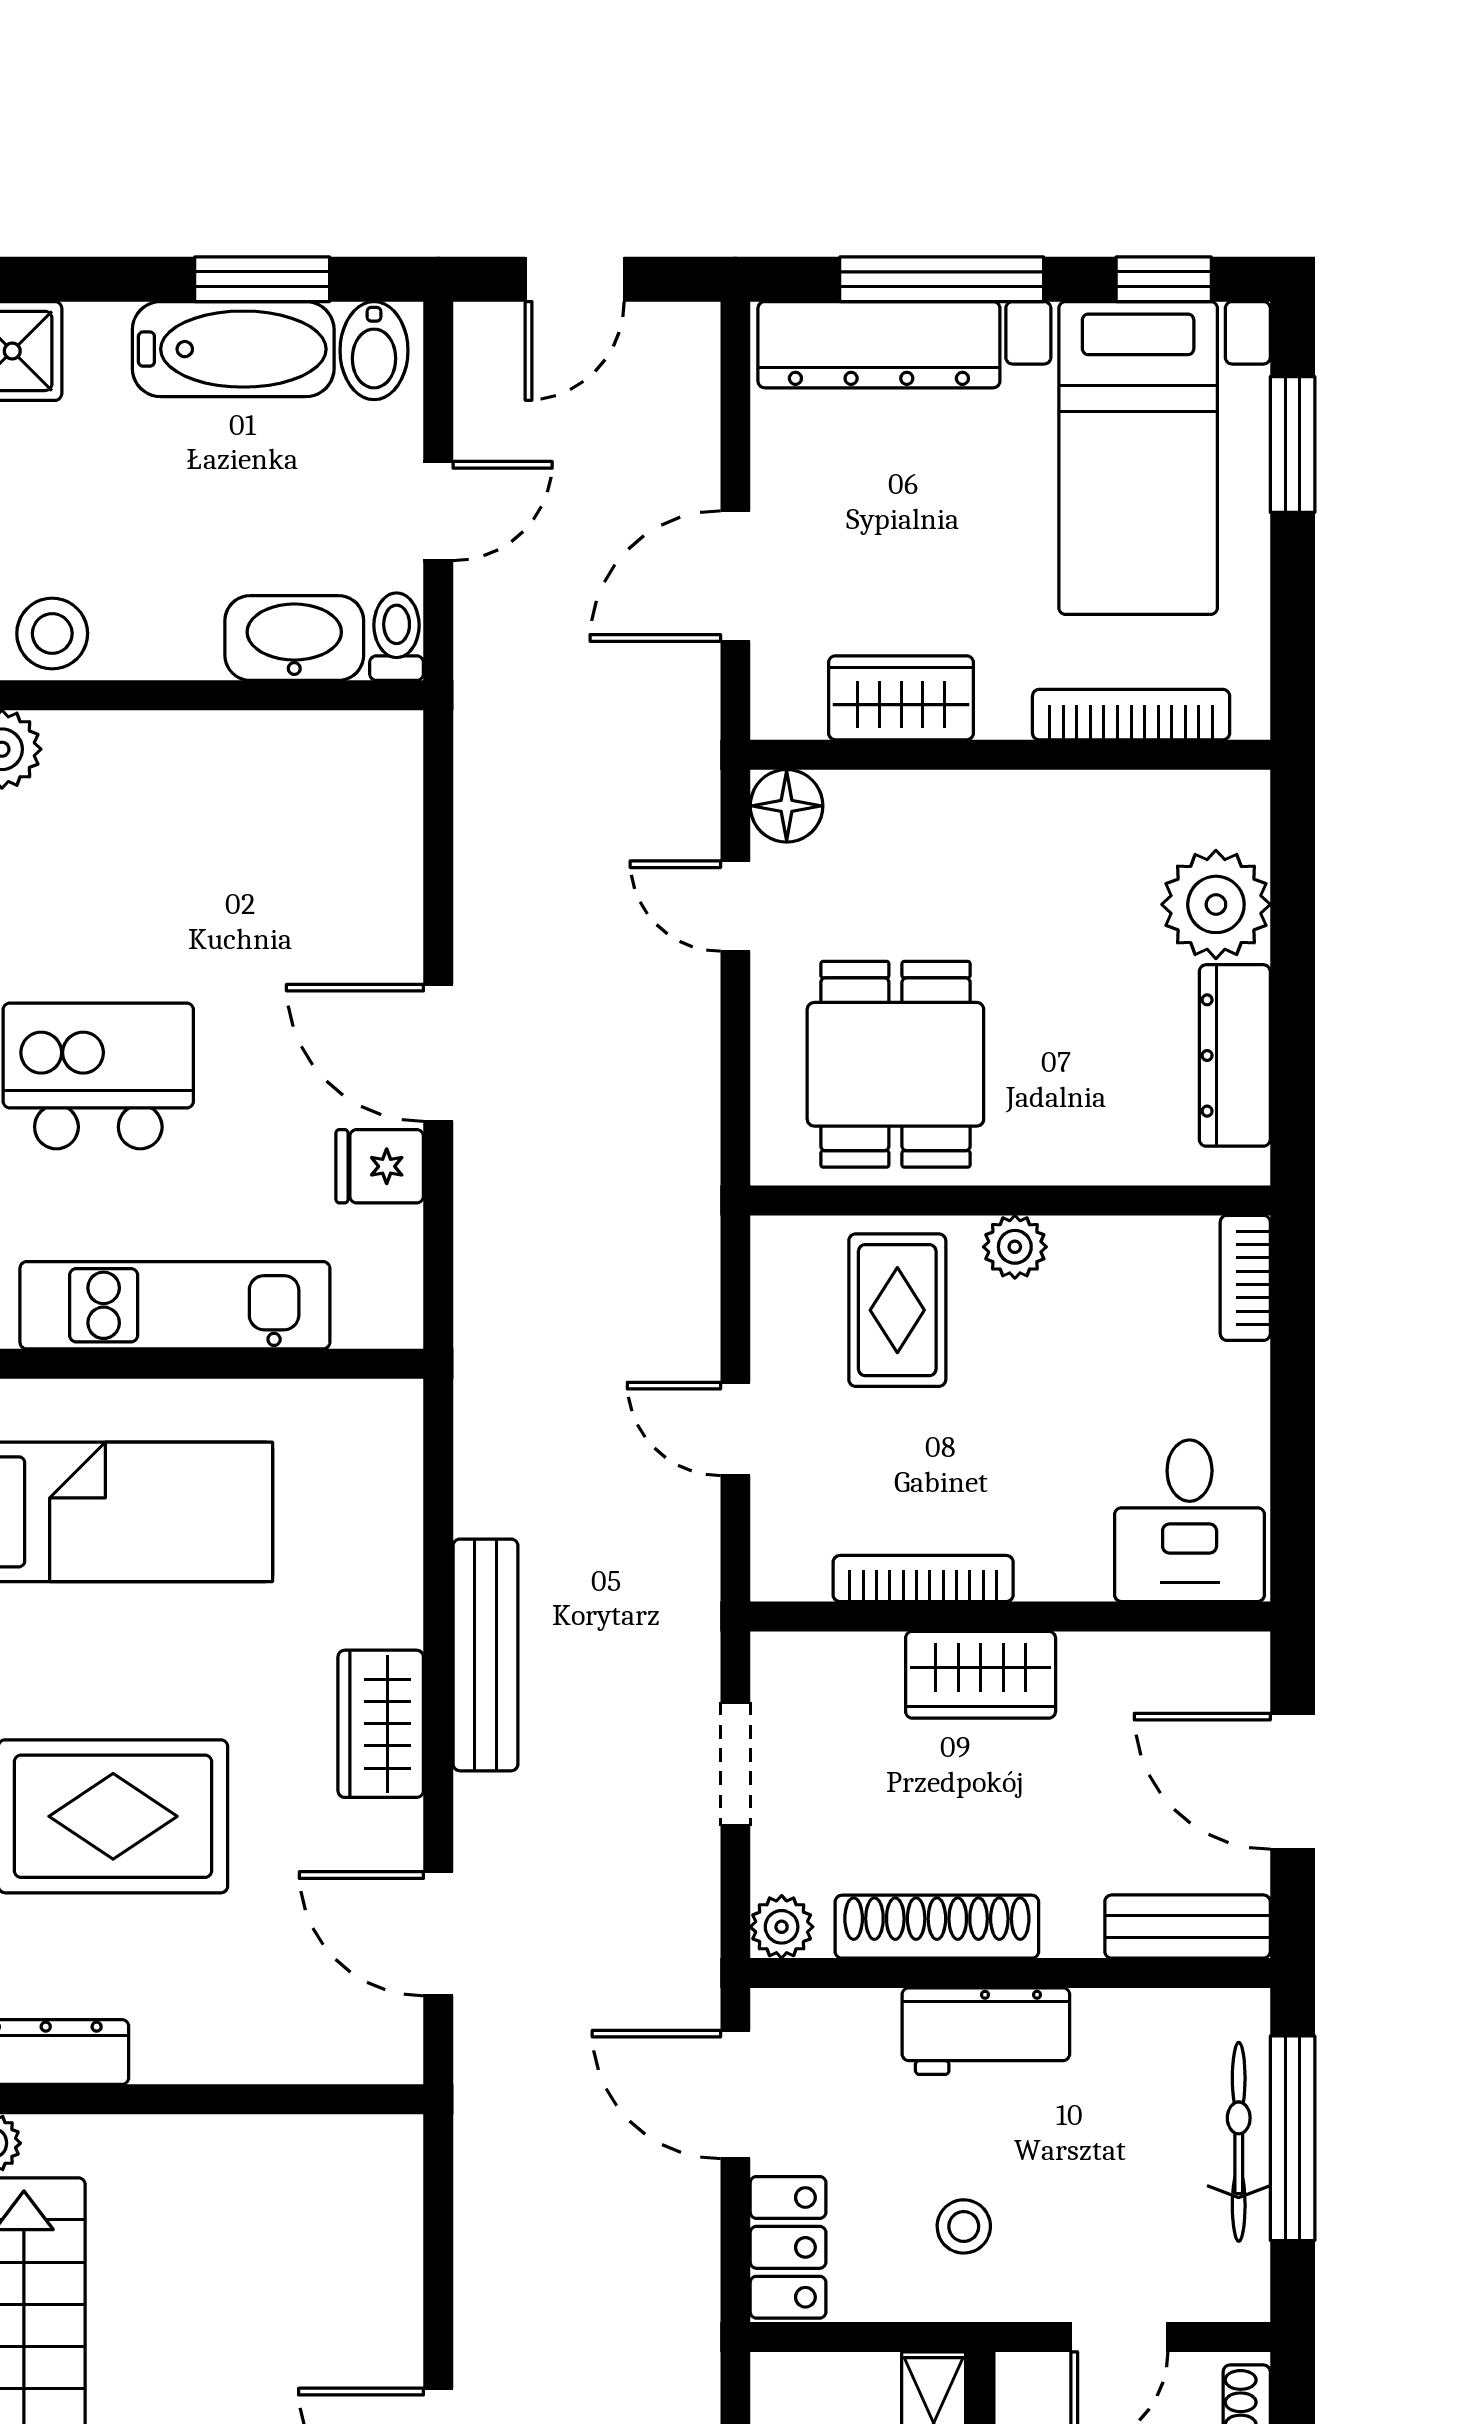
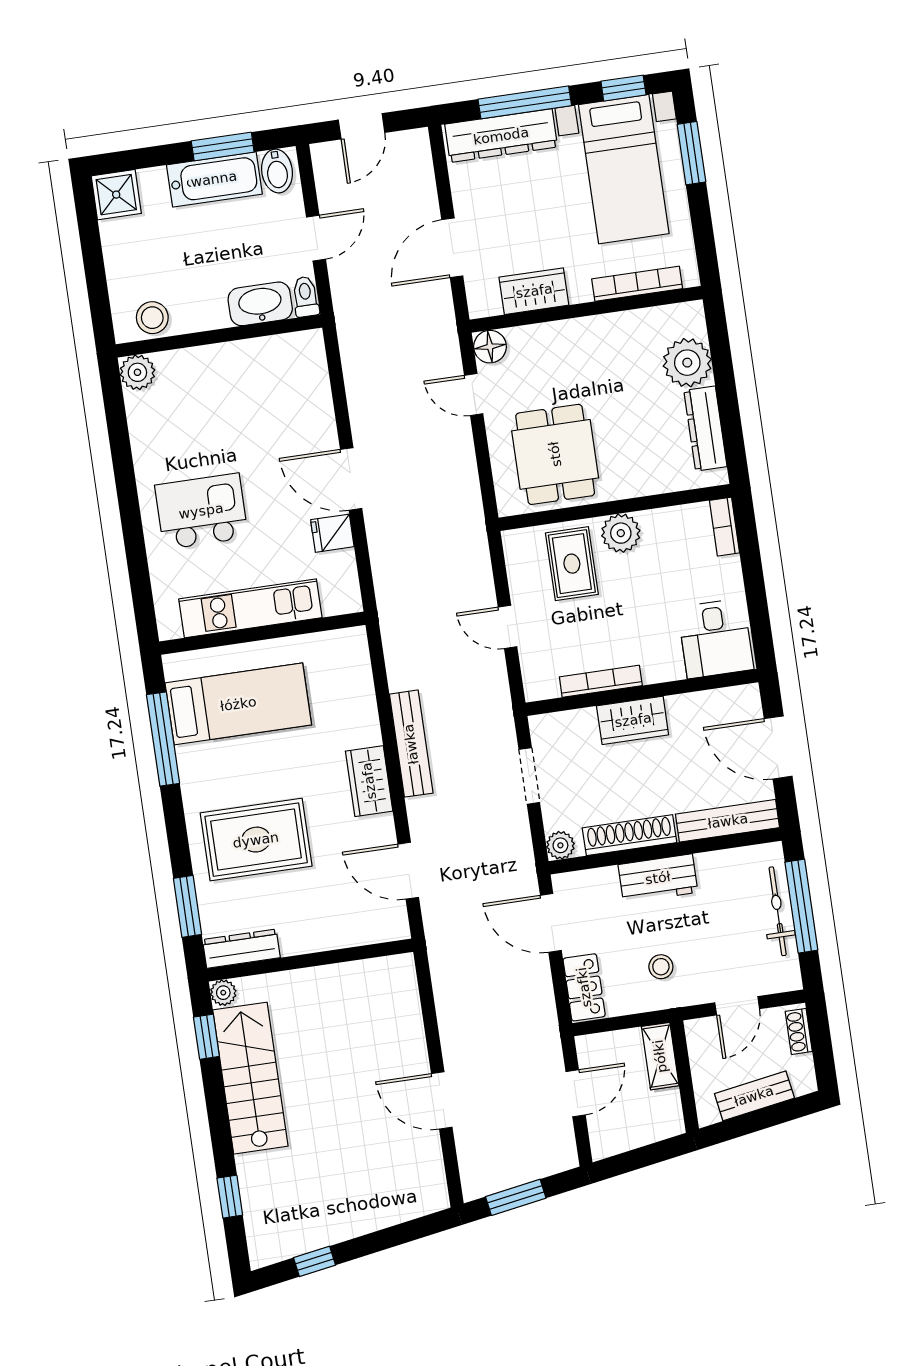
plant: (1015, 1247) -> (621, 533), width x1.38, depth x1.38
bench: (1188, 1927) -> (728, 821), width x1.36

